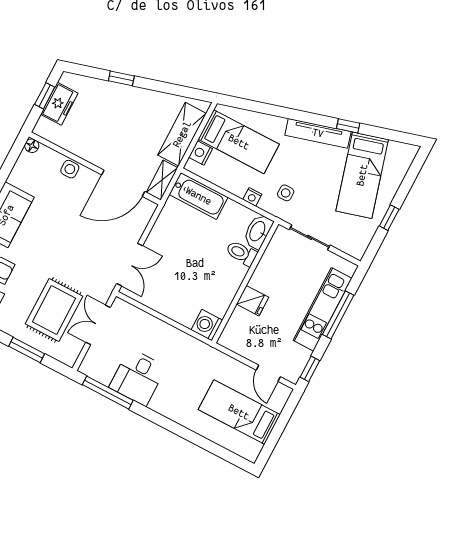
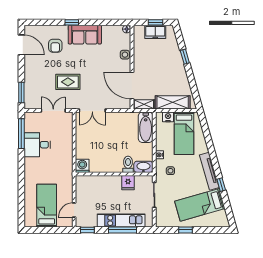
fridge: (253, 301) -> (128, 183), moved
rug: (54, 310) -> (68, 82), moved, width x0.73, depth x0.70
window: (27, 350) -> (21, 92), moved

